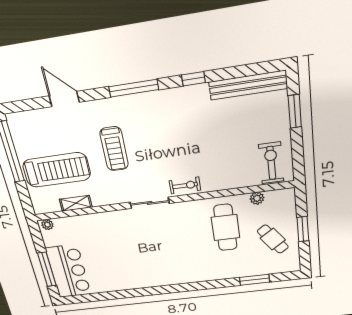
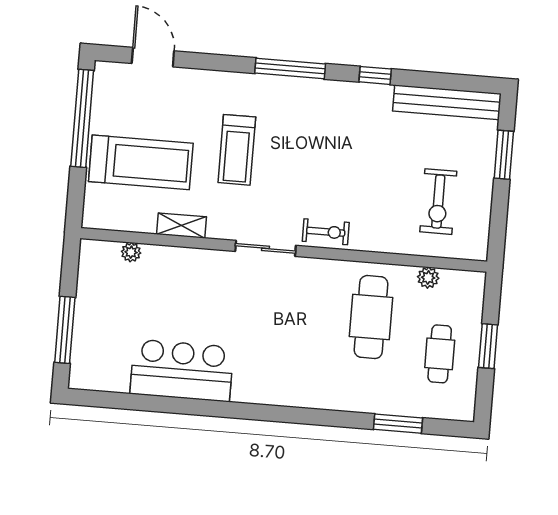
door: (64, 99) -> (153, 57), moved
exercise bike: (271, 163) -> (438, 202), moved, turned 180
shelving: (76, 203) -> (181, 226), moved
plant: (47, 225) -> (131, 252), moved
cafe table: (273, 239) -> (440, 354), turned 35
bar counter: (68, 271) -> (182, 370), moved, turned -90

